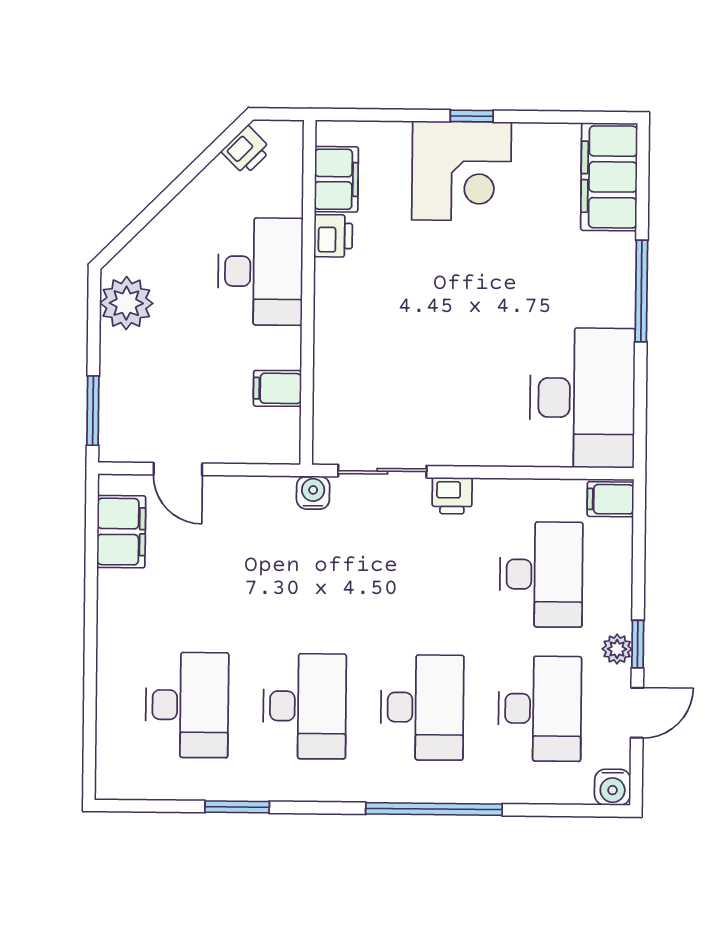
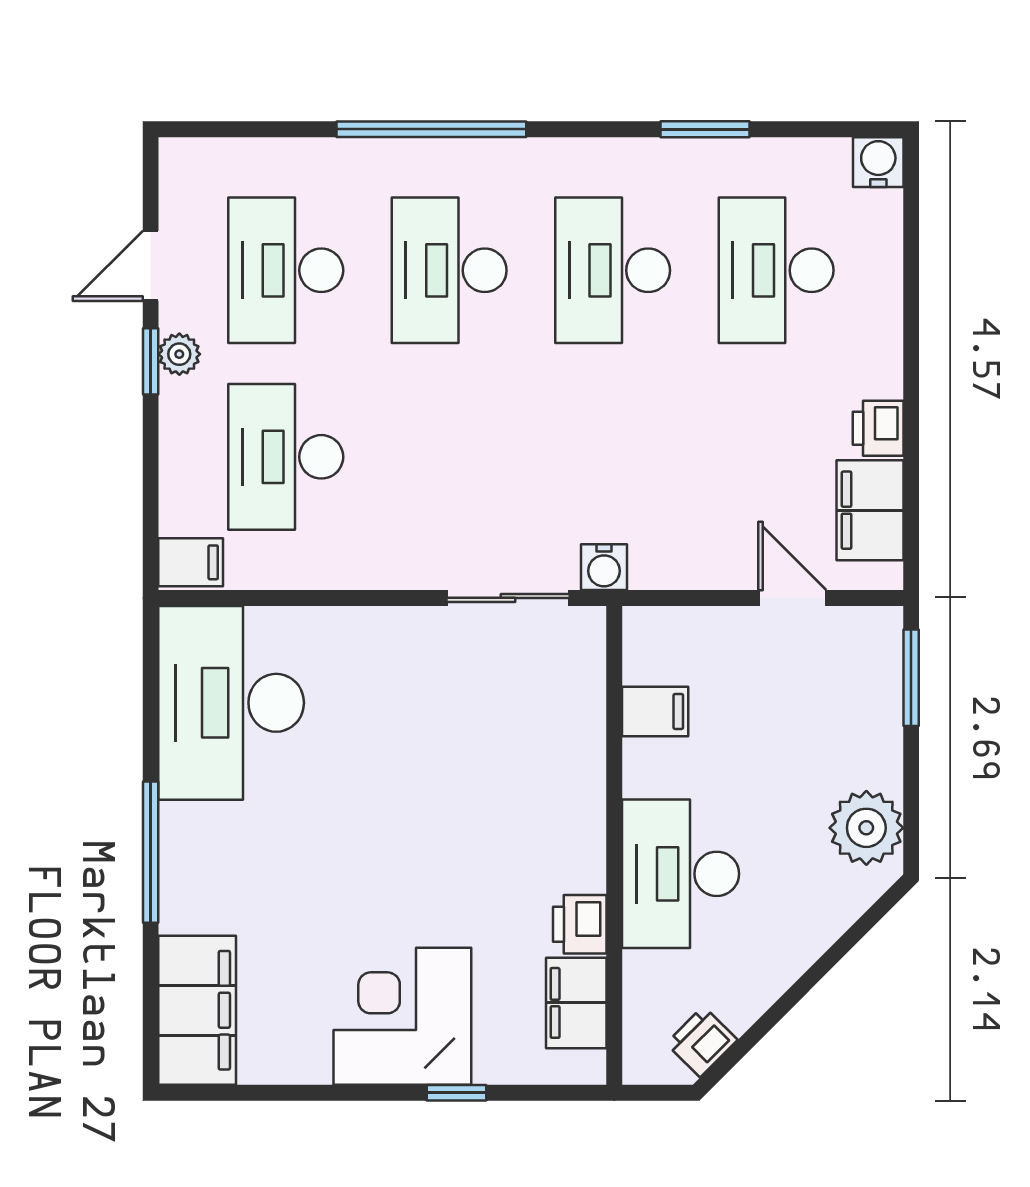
window: (472, 116) -> (456, 1093), moved
printer: (452, 496) -> (878, 428), moved, turned -90
water cooler: (613, 787) -> (878, 162), moved

